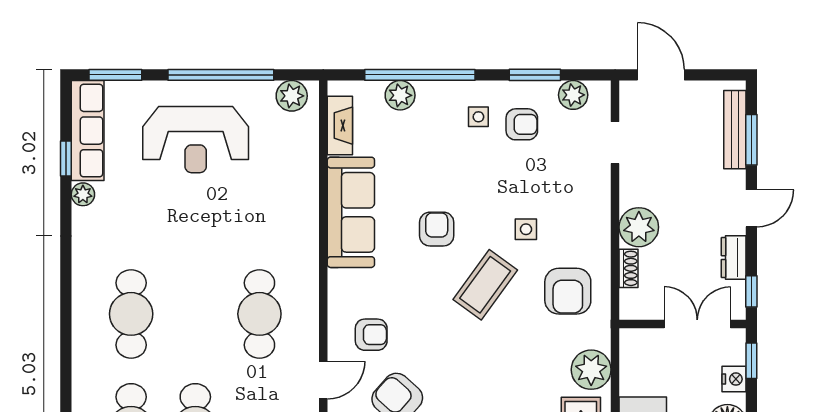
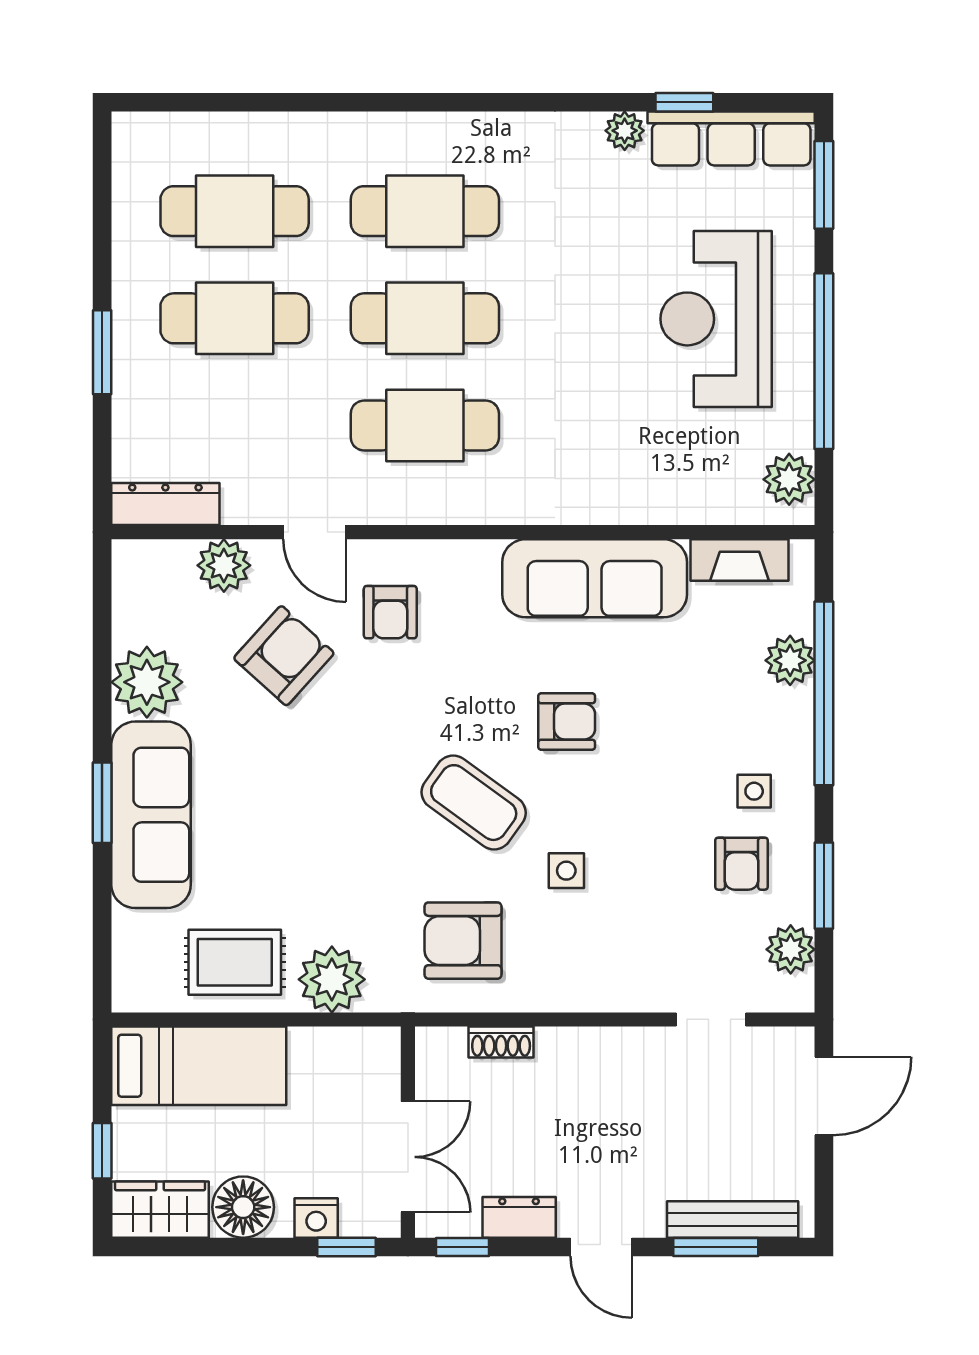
plant: (639, 227) -> (570, 1059), removed
cafe table: (195, 314) -> (425, 318), added

